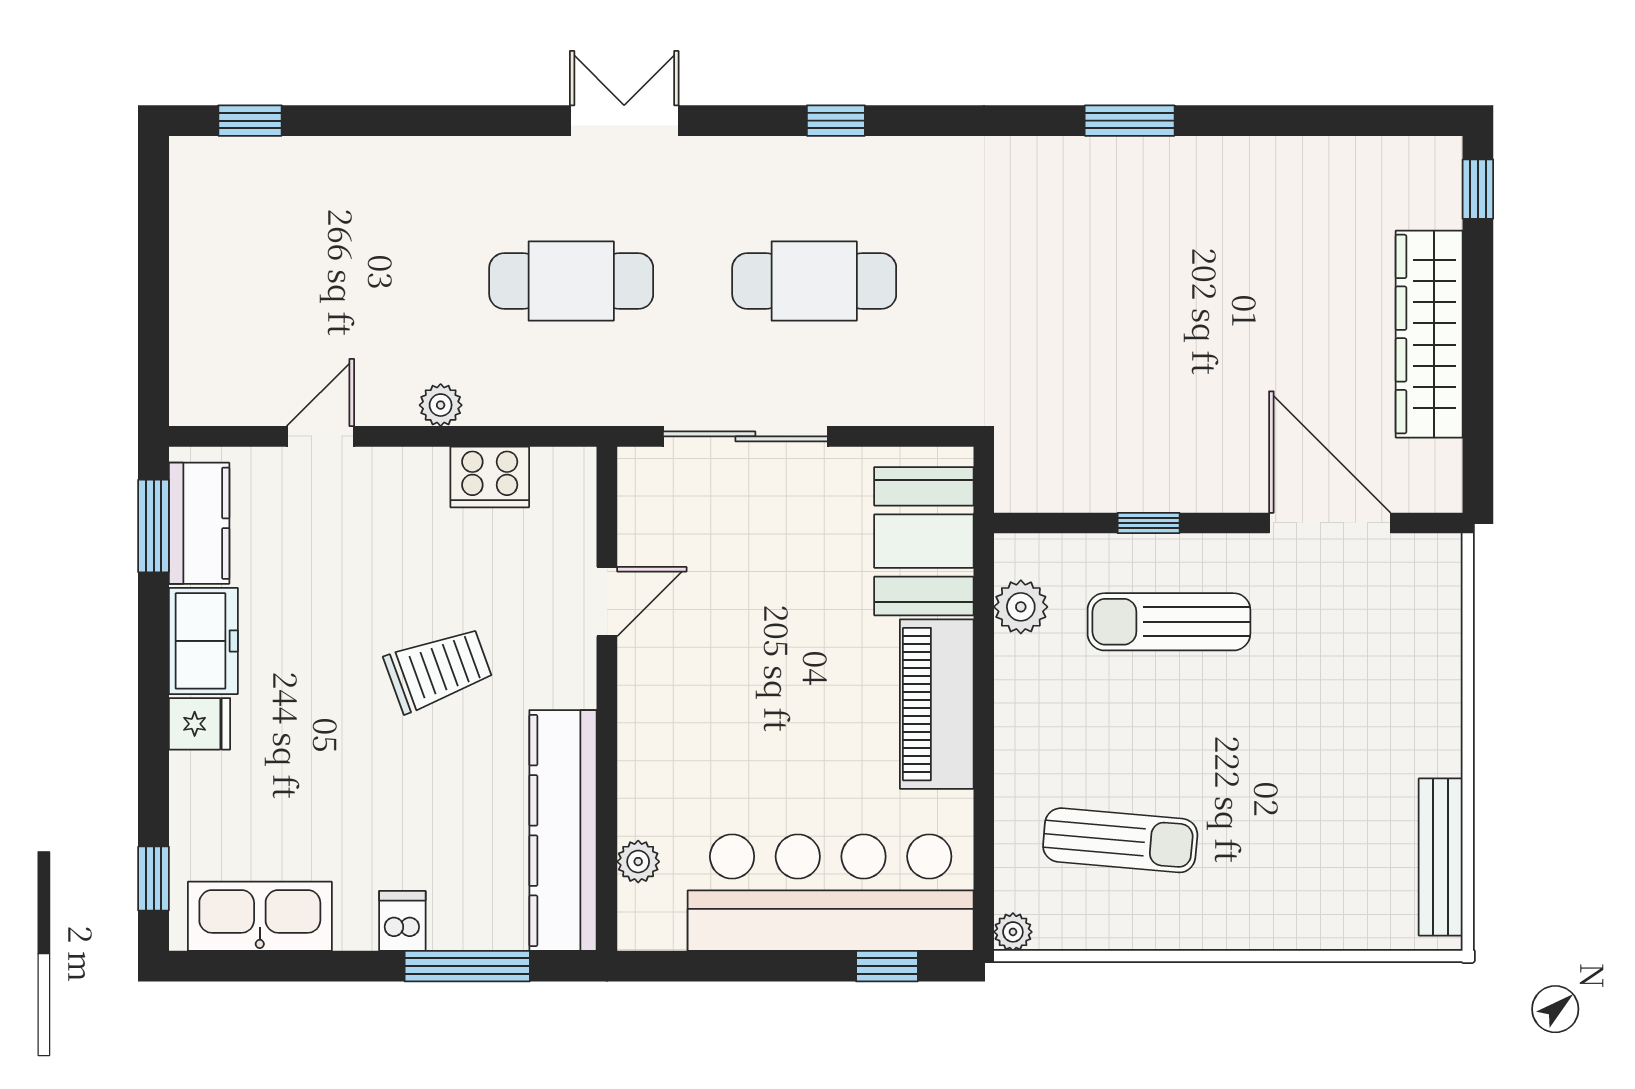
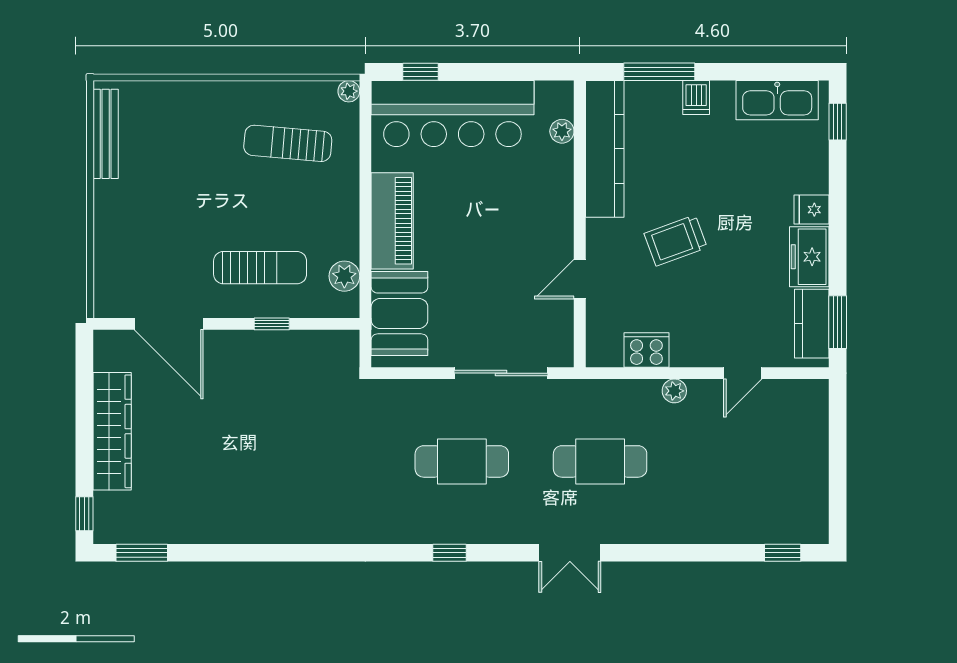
window: (1130, 121) -> (142, 553), moved

